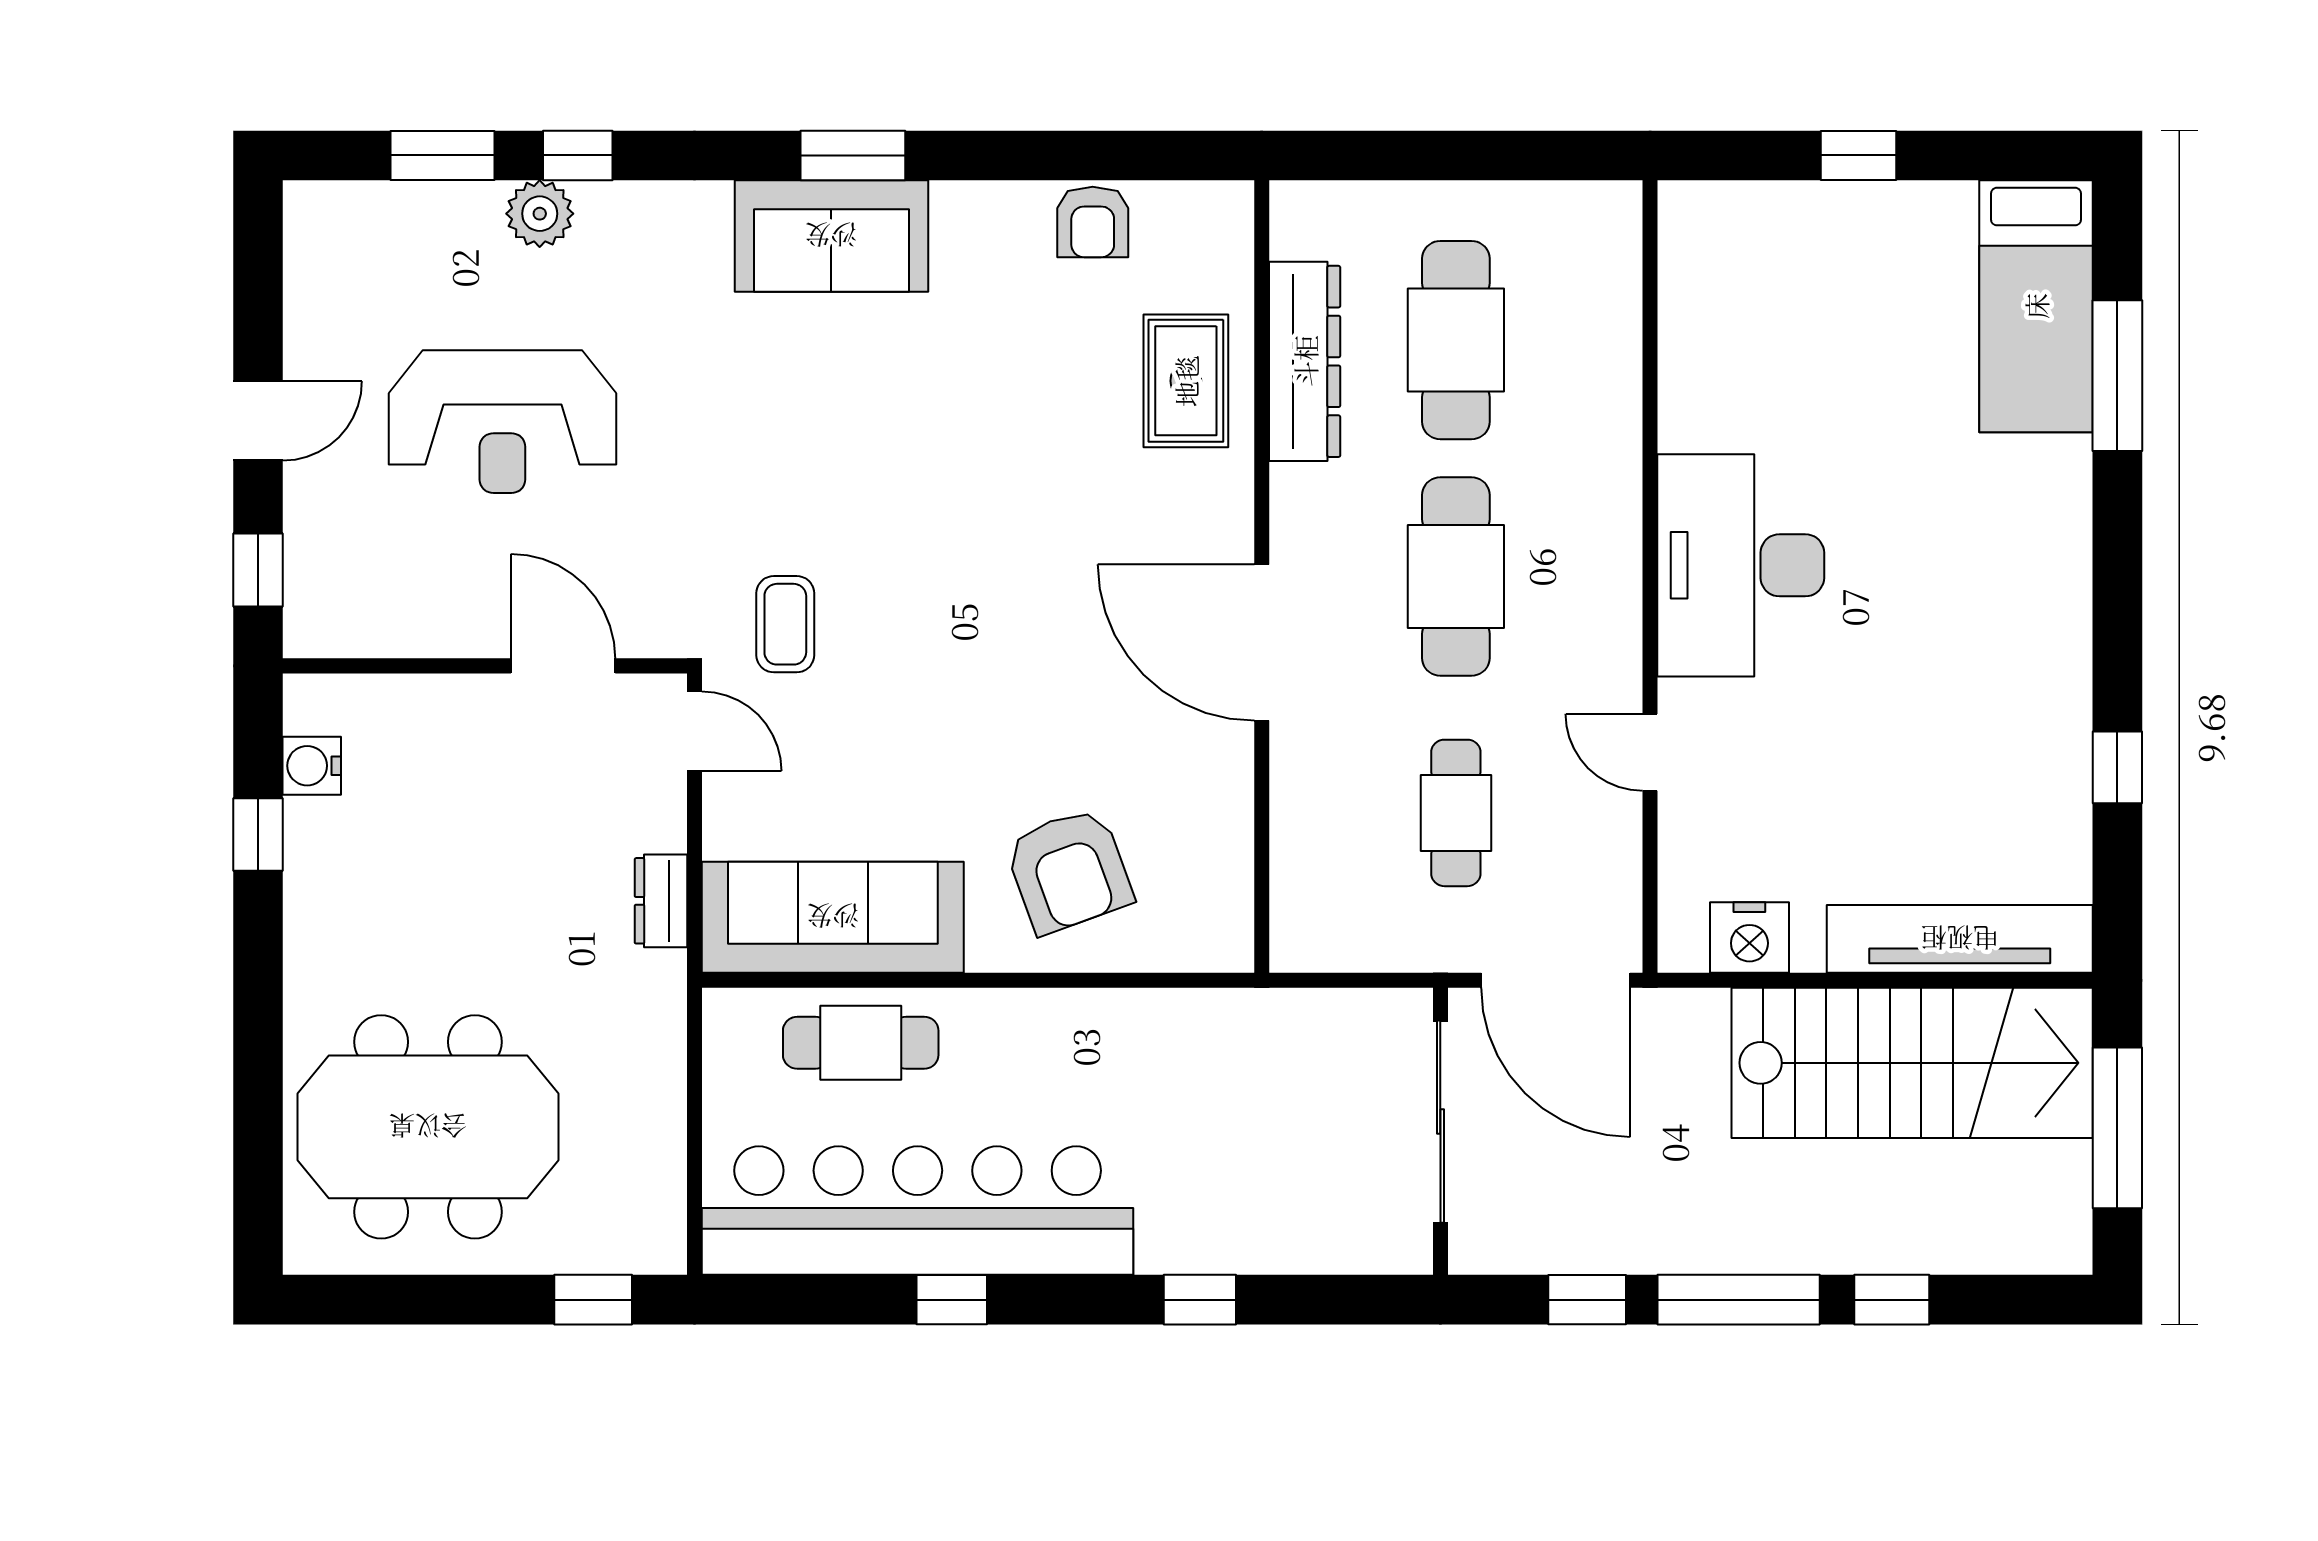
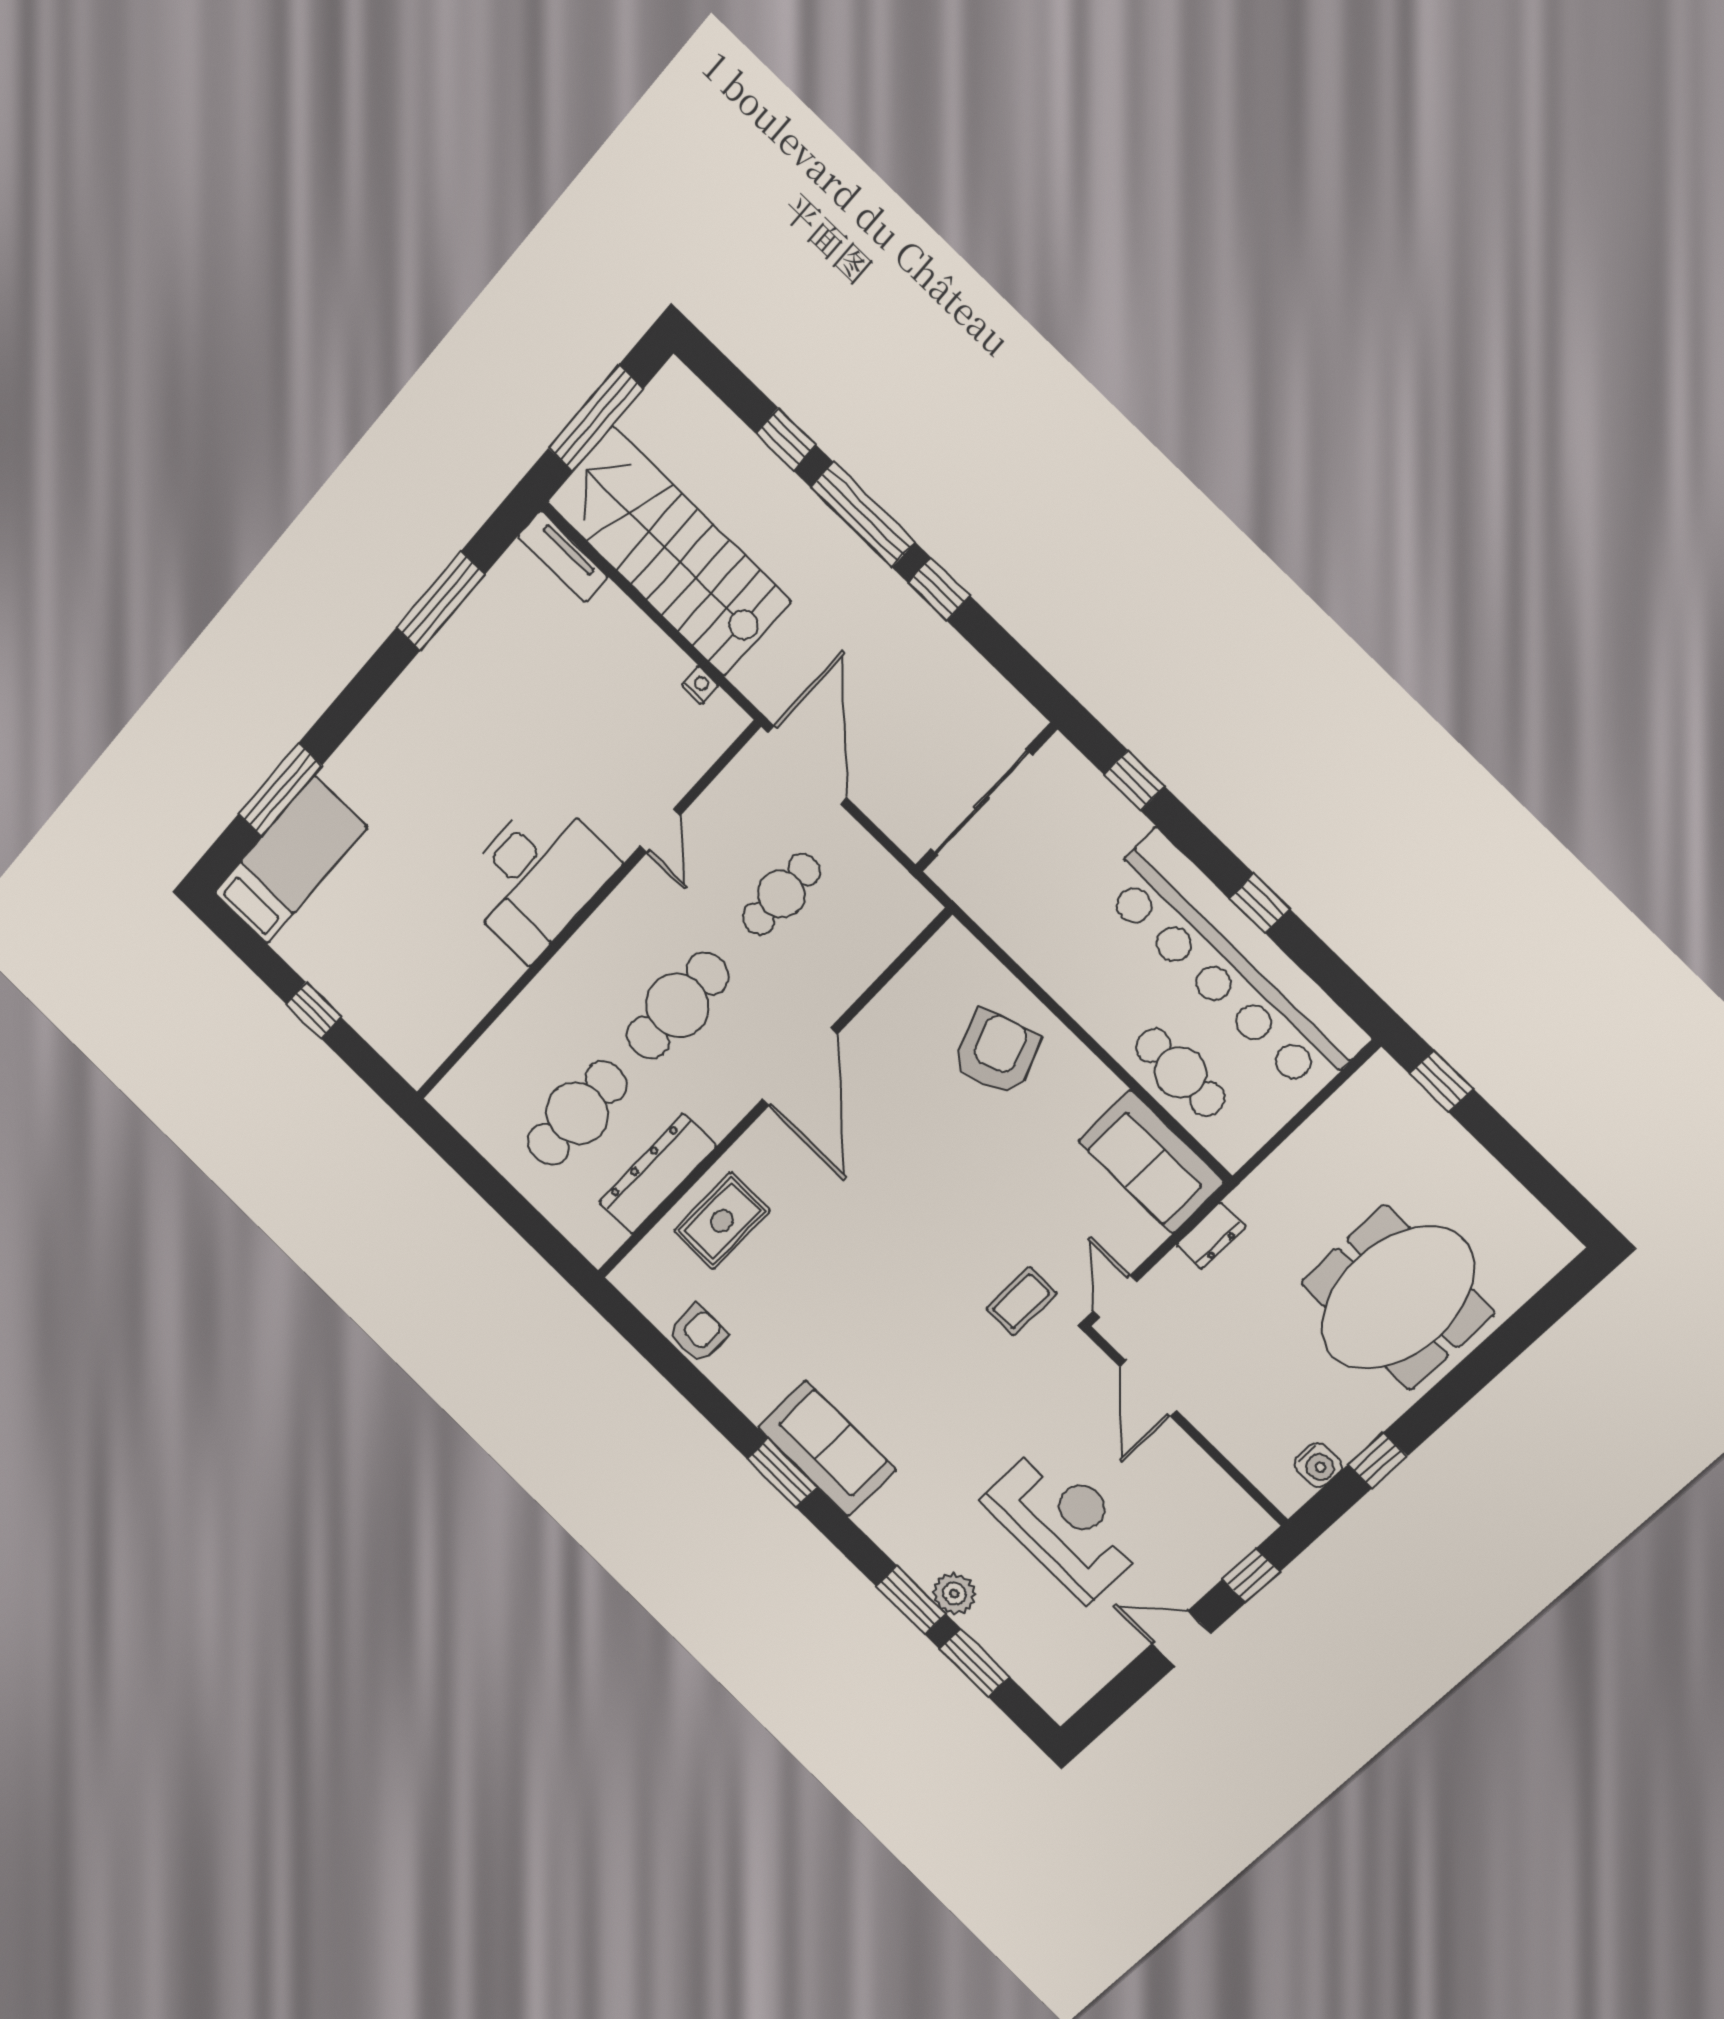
window: (578, 155) -> (911, 1600), width x1.50
window: (2117, 767) -> (441, 601), width x2.17
sofa: (833, 917) -> (1151, 1162), width x0.73
nightstand: (1749, 938) -> (700, 685), width x0.53, depth x0.56
tv unit: (1960, 939) -> (563, 557), width x0.52, depth x0.78
sliding door: (1440, 1122) -> (981, 802), moved
meeting table: (428, 1127) -> (1397, 1298), moved, turned 90
wall: (1440, 1131) -> (986, 798), moved

